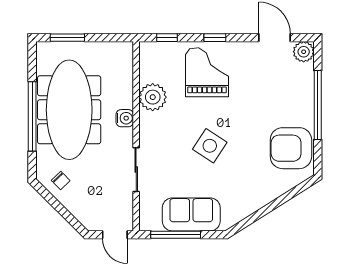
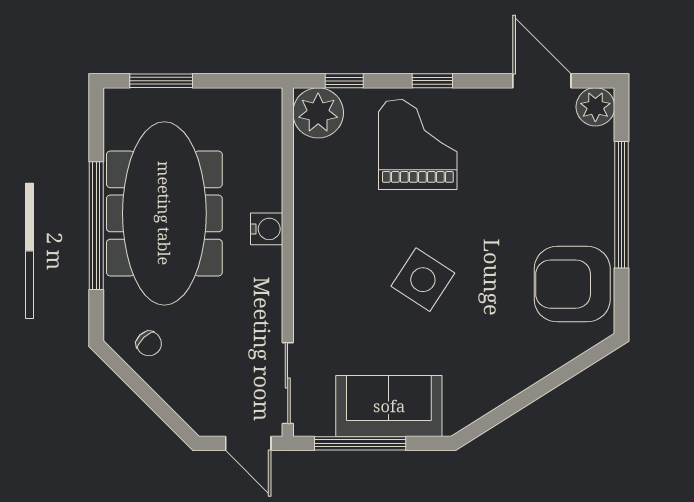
plant: (153, 97) -> (318, 113), moved
sliding door: (136, 170) -> (288, 383), moved

